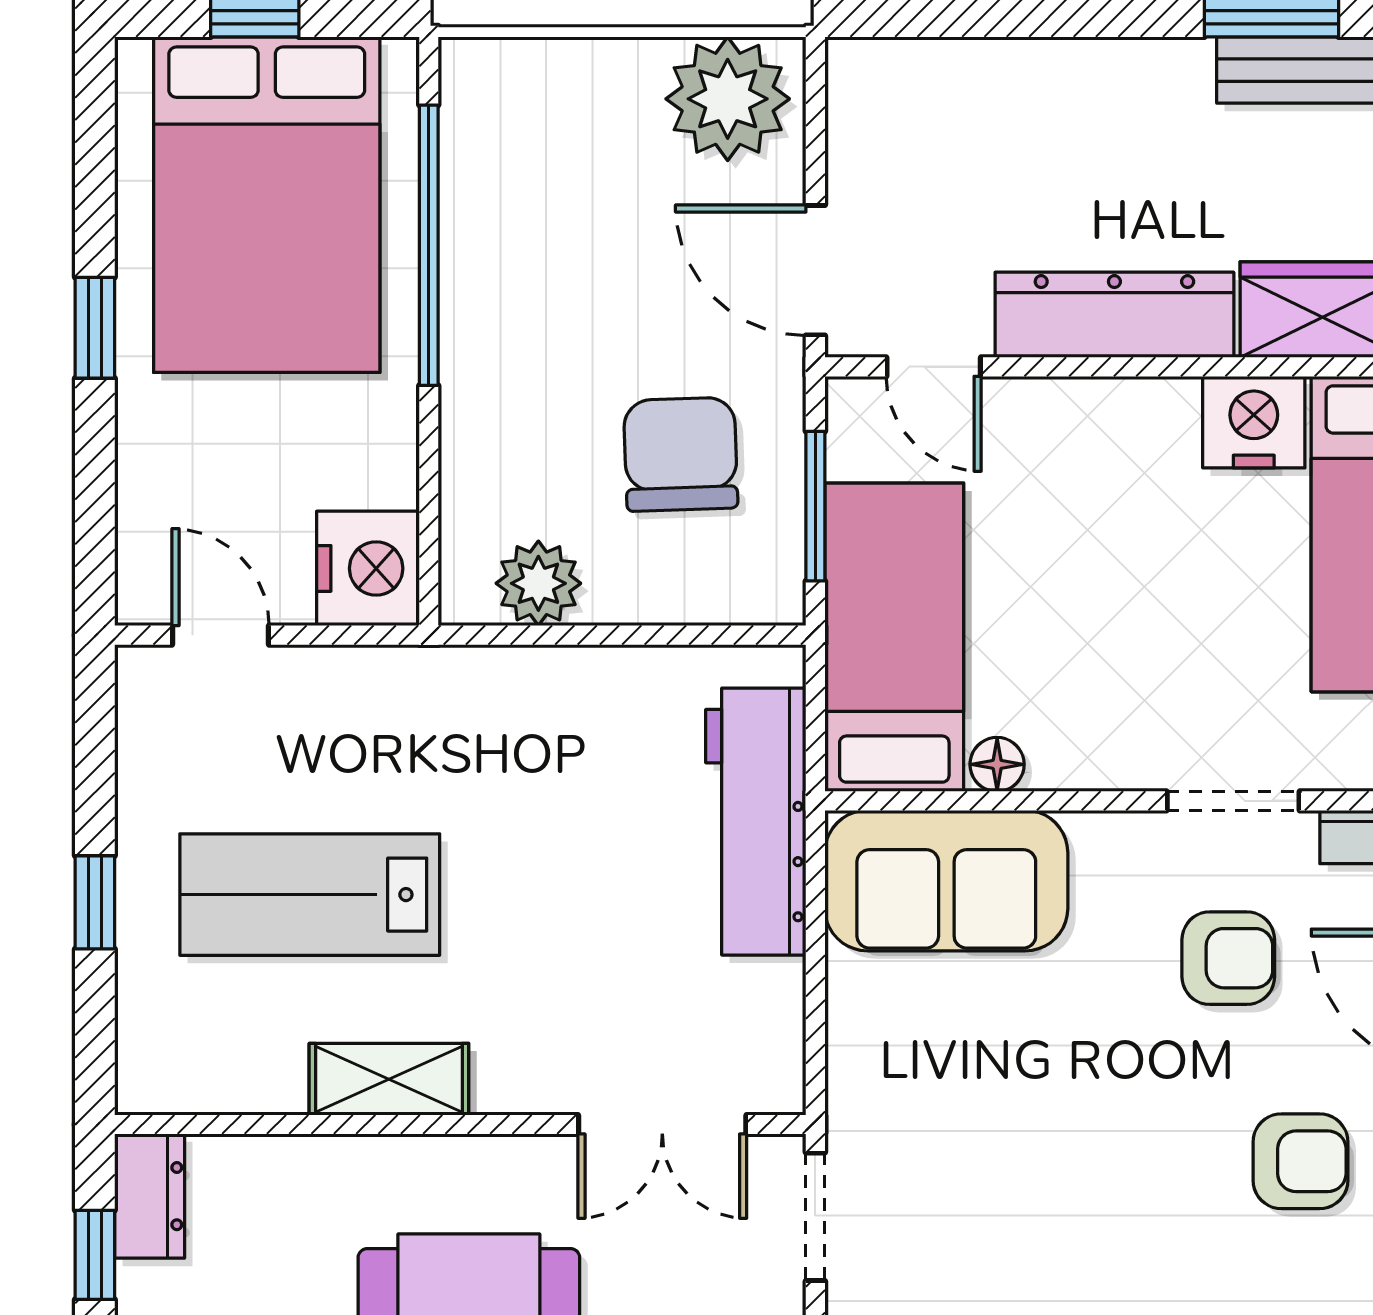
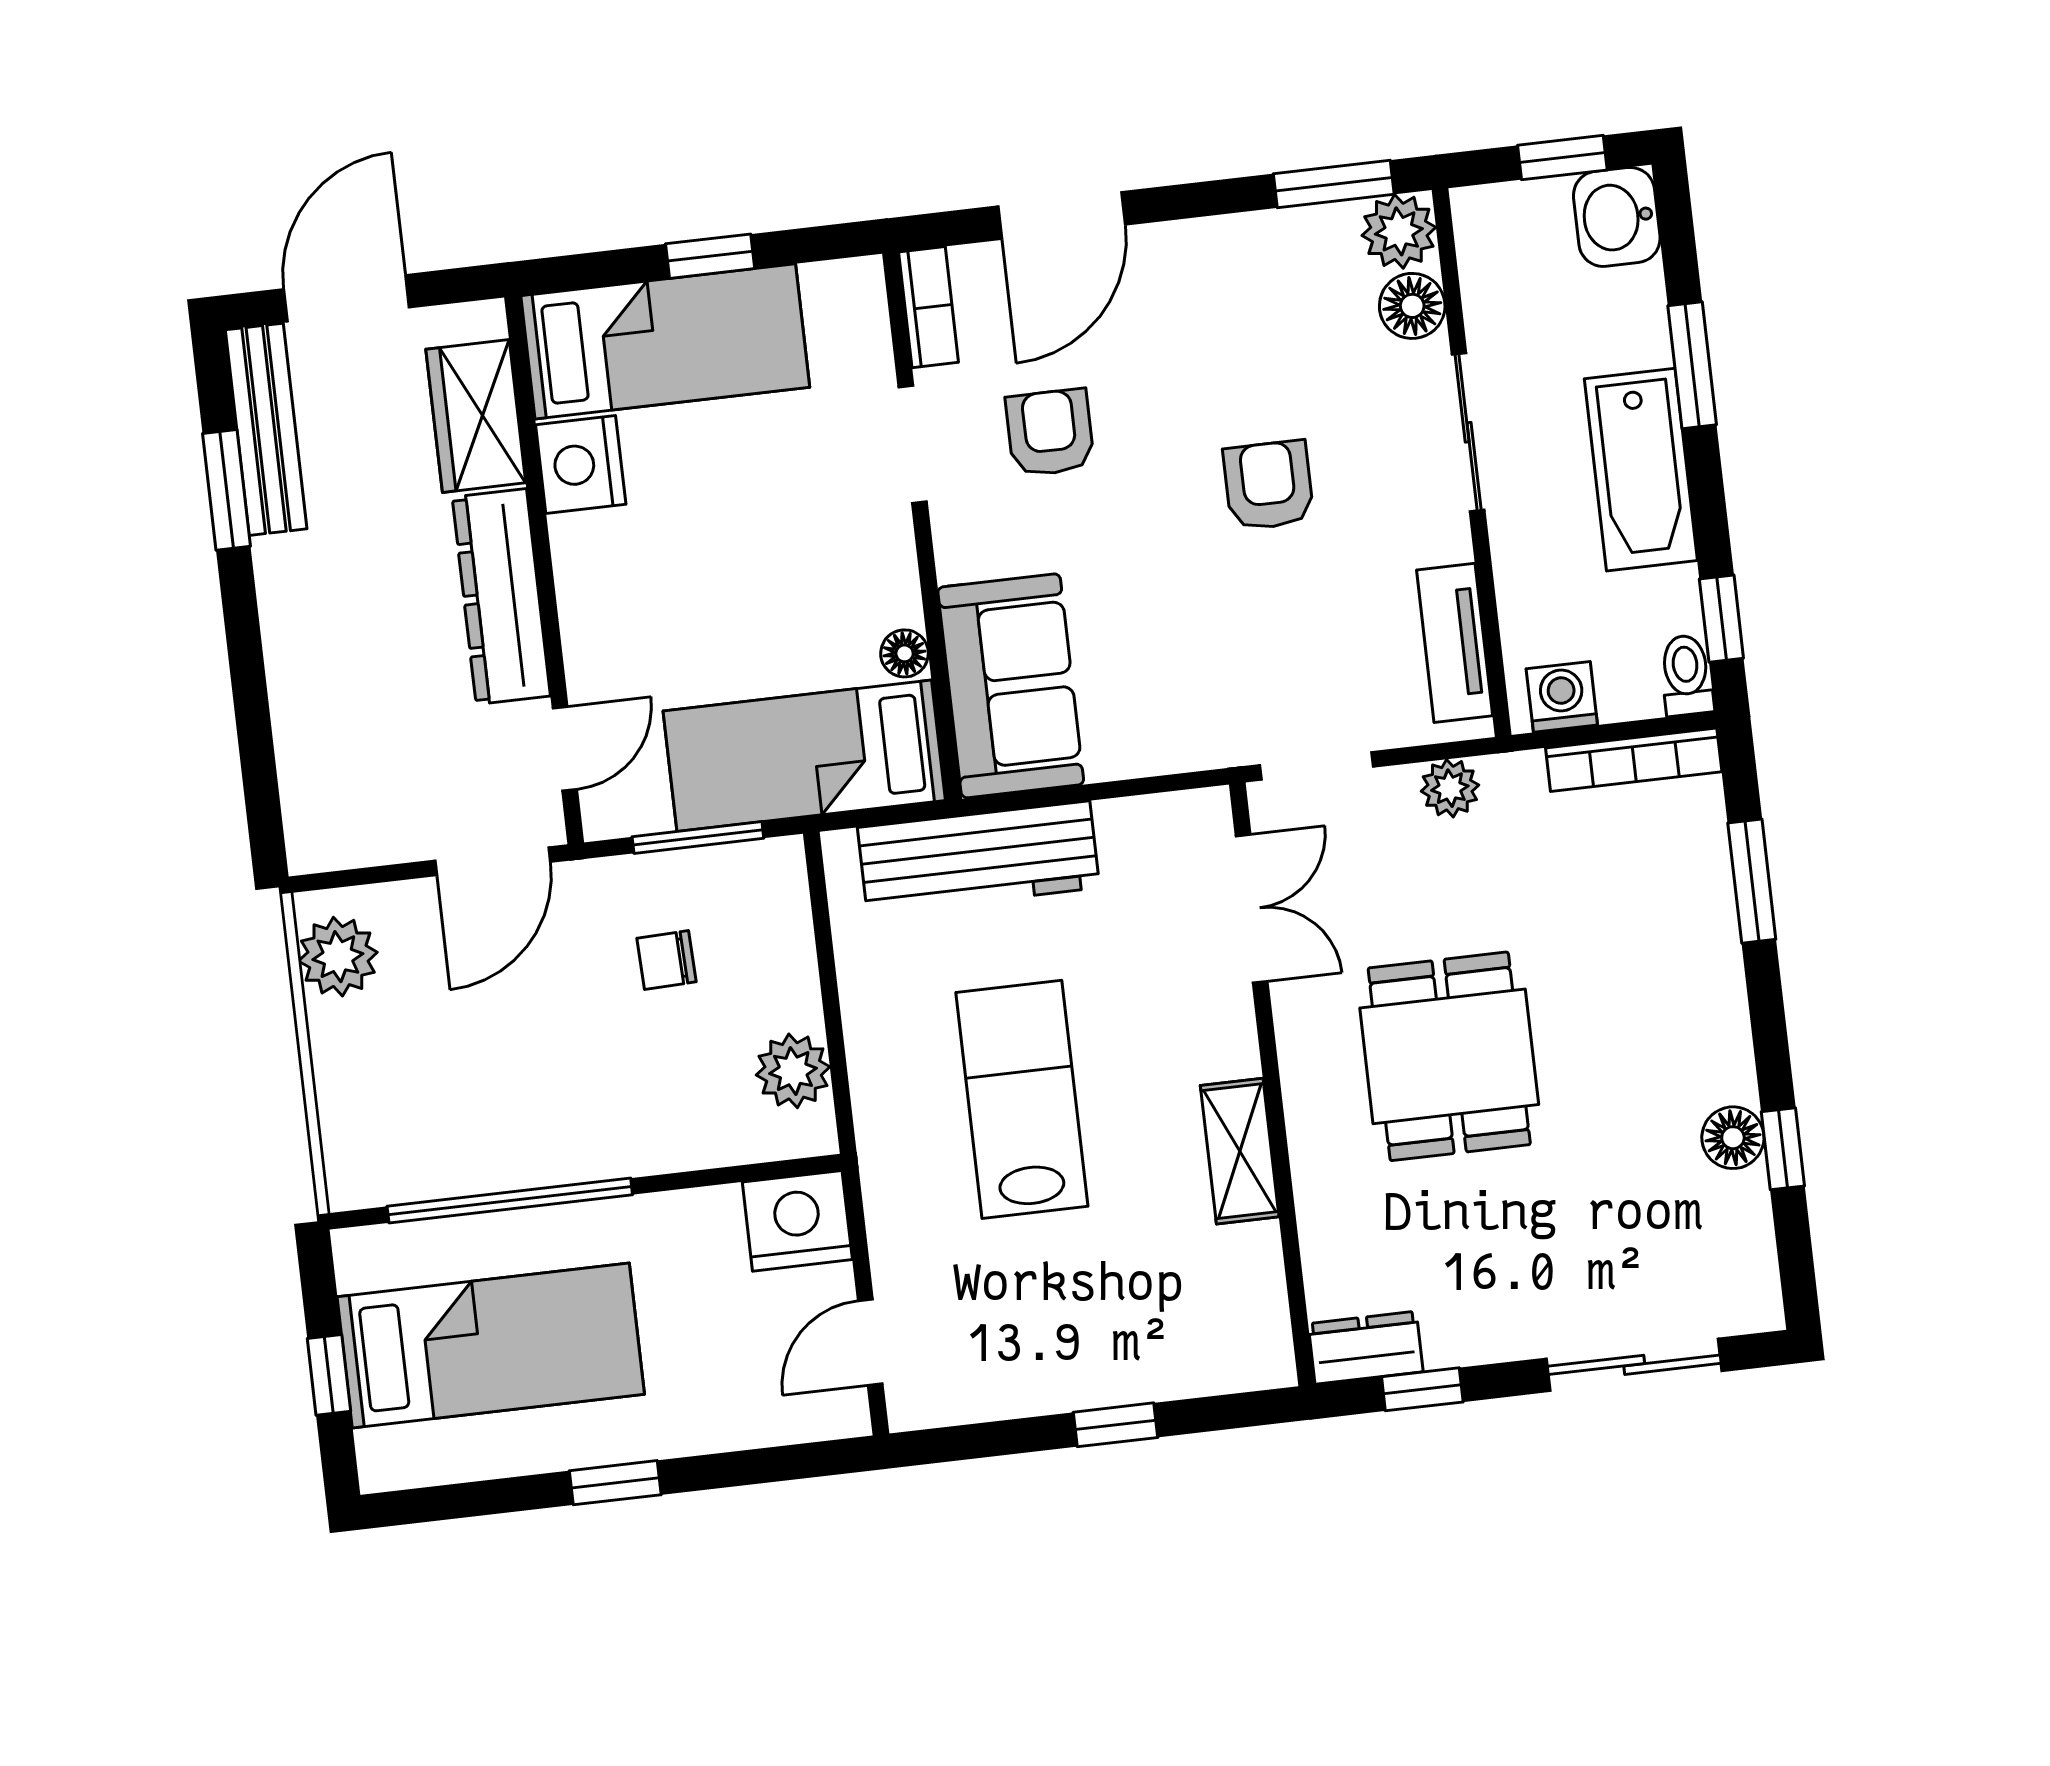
plant: (728, 99) -> (338, 957), width x0.73, depth x0.73
bed: (267, 205) -> (491, 1345), width x0.67
chair: (681, 454) -> (666, 960), width x0.54, depth x0.54
lab bench: (310, 895) -> (1022, 1099), moved, turned 180
armchair: (1300, 1161) -> (1268, 485), moved

